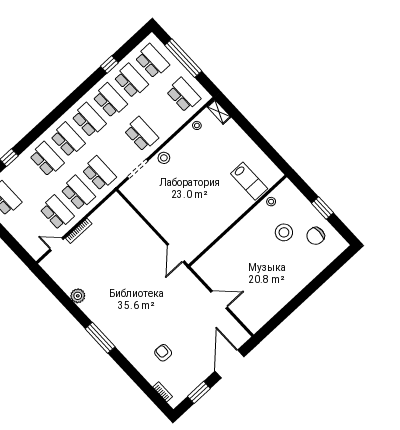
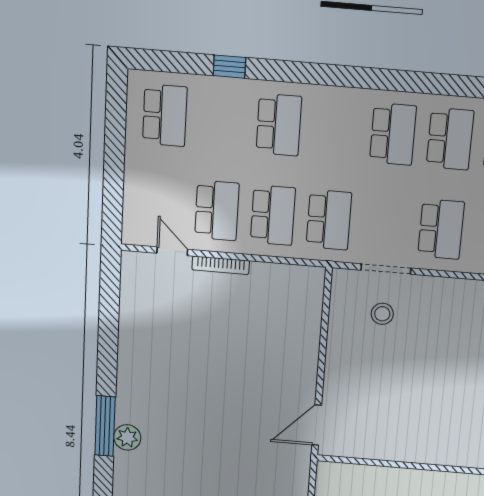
school desk: (68, 140) -> (336, 129), removed
stool: (164, 158) -> (382, 314), moved
plant: (78, 296) -> (127, 437), moved

